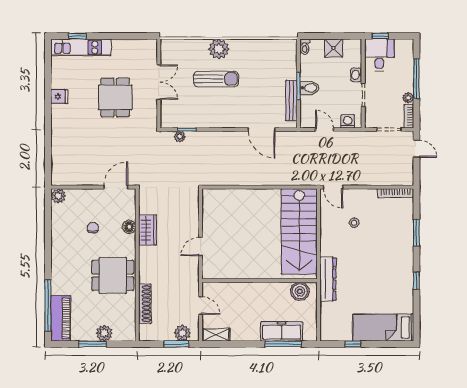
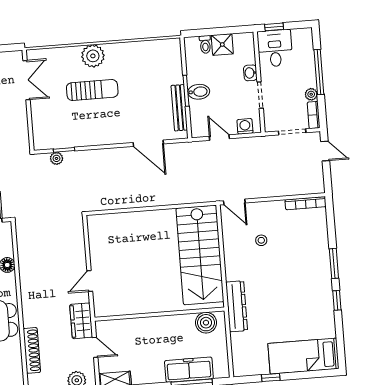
toilet: (305, 47) -> (205, 44), moved
double door: (159, 82) -> (26, 80), moved
wardrobe: (148, 230) -> (81, 321), moved, turned 180
window: (416, 232) -> (334, 263), moved

